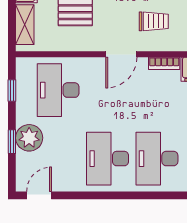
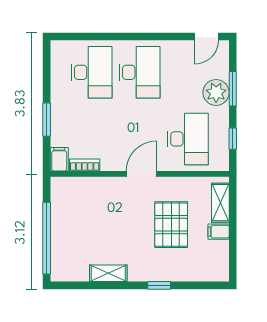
trolley: (154, 21) -> (95, 206), removed
door: (121, 54) -> (141, 174), moved
window: (12, 142) -> (233, 89), width x1.50

